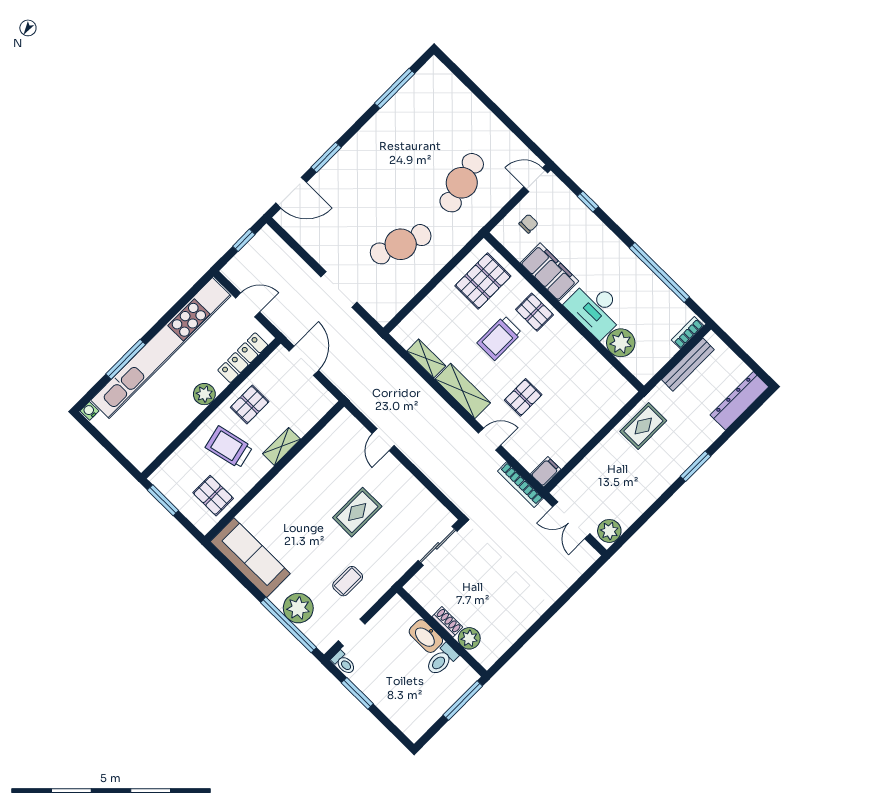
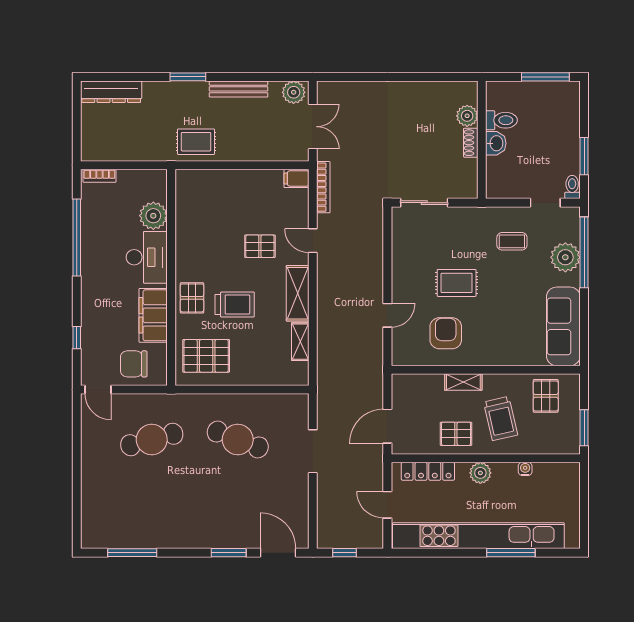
chair: (529, 224) -> (134, 364), width x1.87, depth x1.87
bench: (688, 365) -> (239, 89), moved
water cooler: (90, 411) -> (525, 469), moved, turned 180
armchair: (329, 469) -> (446, 333), added
washbasin: (426, 636) -> (496, 143), width x0.72
window: (463, 701) -> (545, 77), moved

